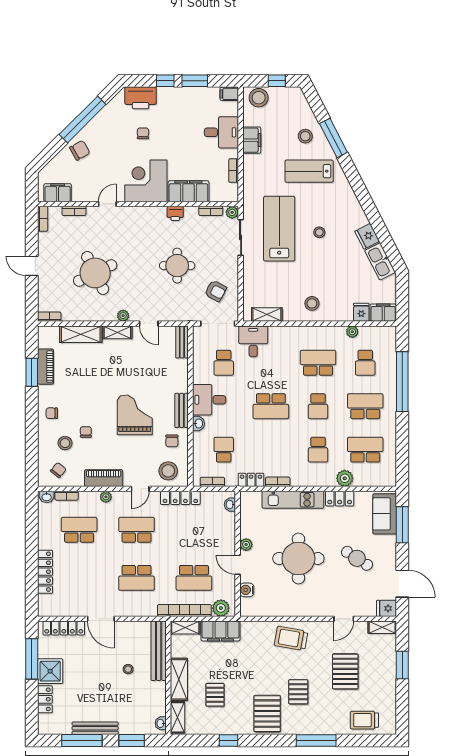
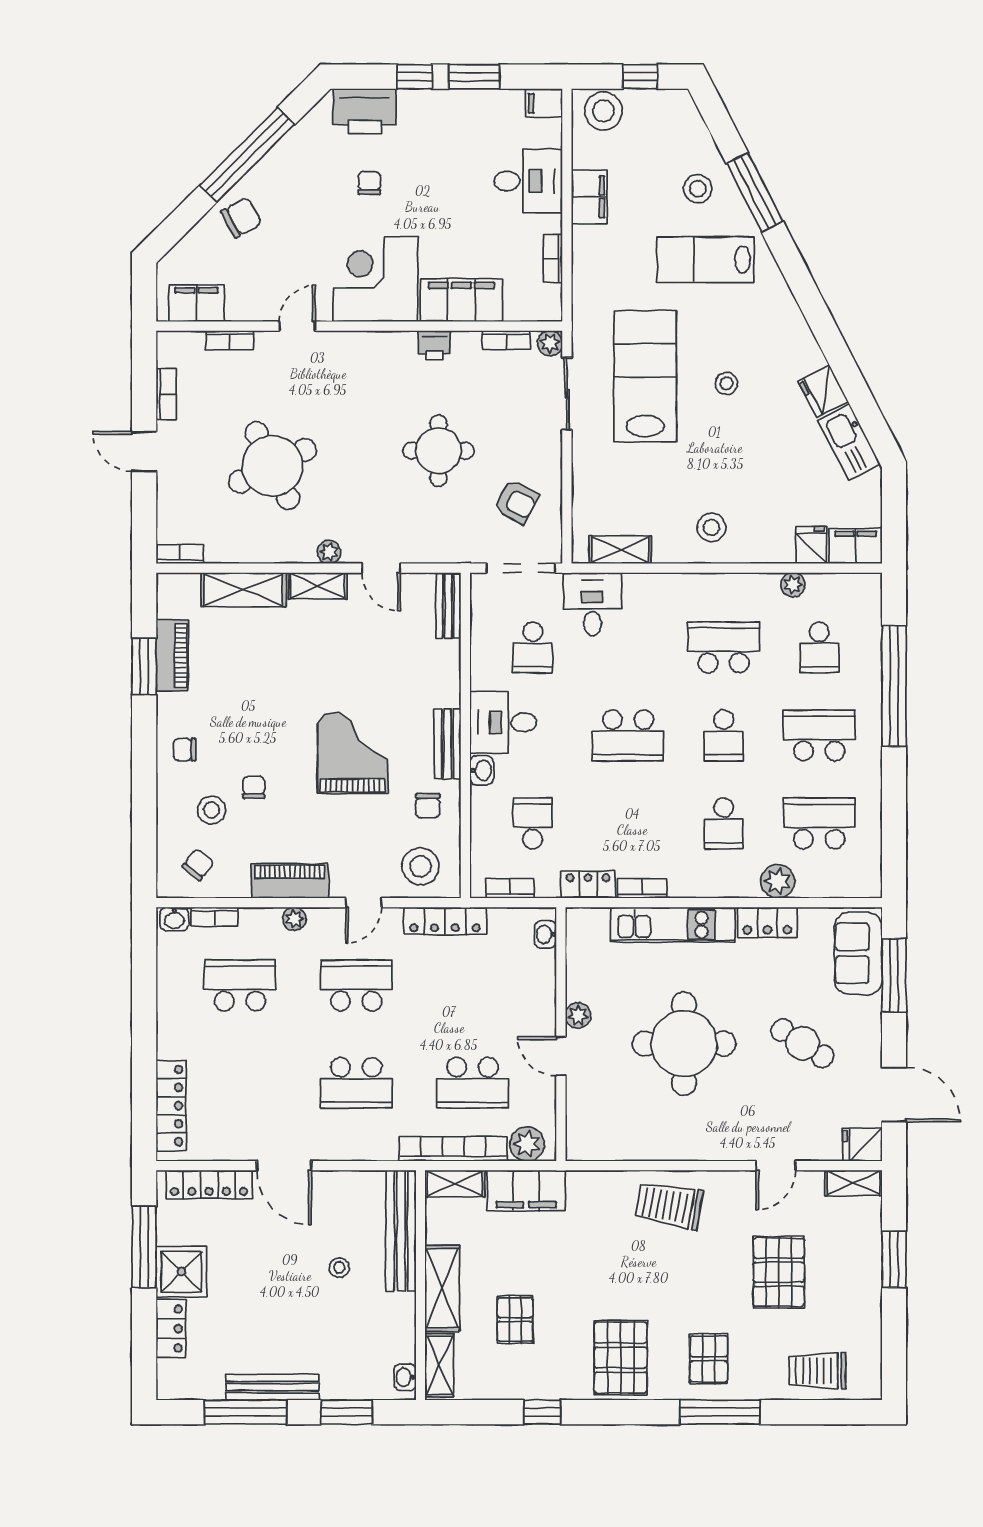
bookcase: (43, 219) -> (166, 394), moved
locker: (45, 572) -> (171, 1106), moved
water cooler: (247, 590) -> (579, 1107), removed
pallet: (298, 692) -> (709, 1359), moved

